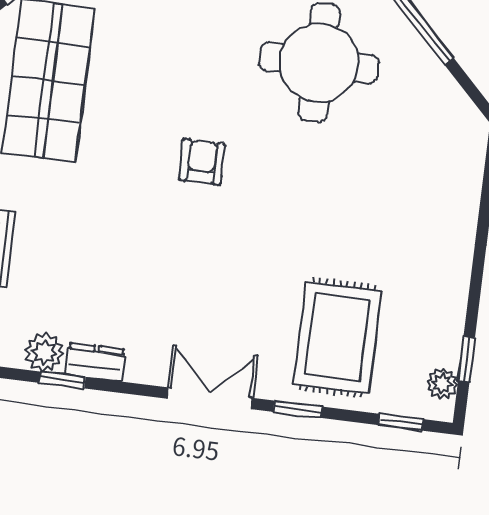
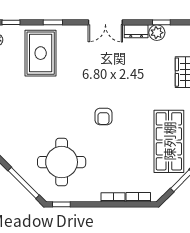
window: (62, 380) -> (161, 22), moved
double door: (210, 398) -> (105, 22), moved

